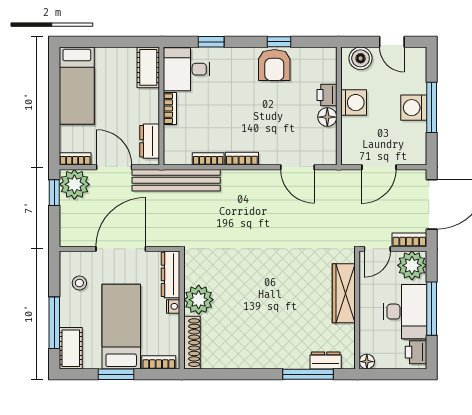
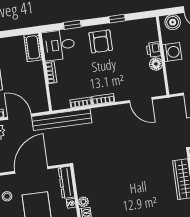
armchair: (274, 65) -> (101, 41), moved
dresser: (150, 141) -> (41, 96), removed
plant: (199, 300) -> (83, 202), width x0.53, depth x0.53

